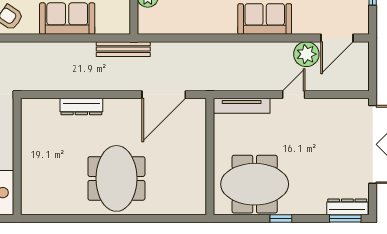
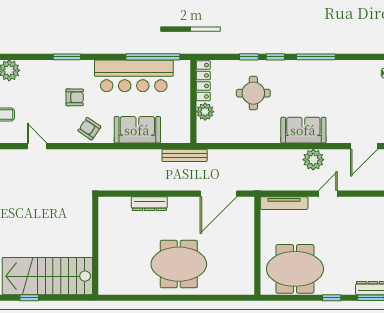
plant: (306, 54) -> (313, 160), moved
meeting table: (116, 178) -> (179, 264), turned 90
window: (281, 218) -> (332, 298), moved

